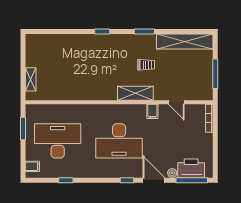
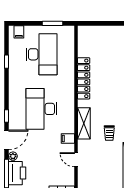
shelving: (31, 79) -> (96, 30), removed
locker: (85, 94) -> (84, 78), added
door: (176, 102) -> (76, 160), hinge flipped

